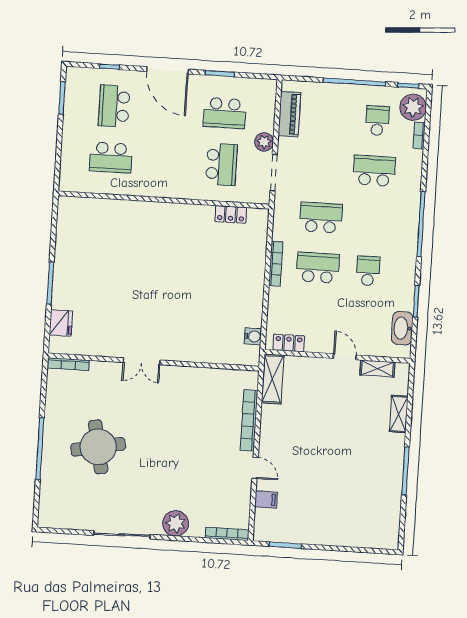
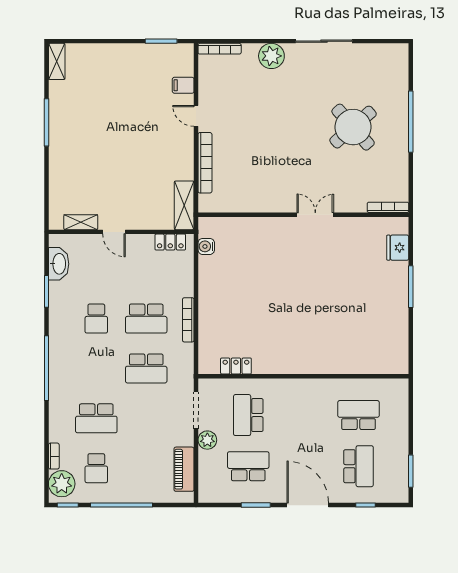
shelving: (399, 414) -> (57, 61), moved
round table: (98, 447) -> (353, 127), turned -30

